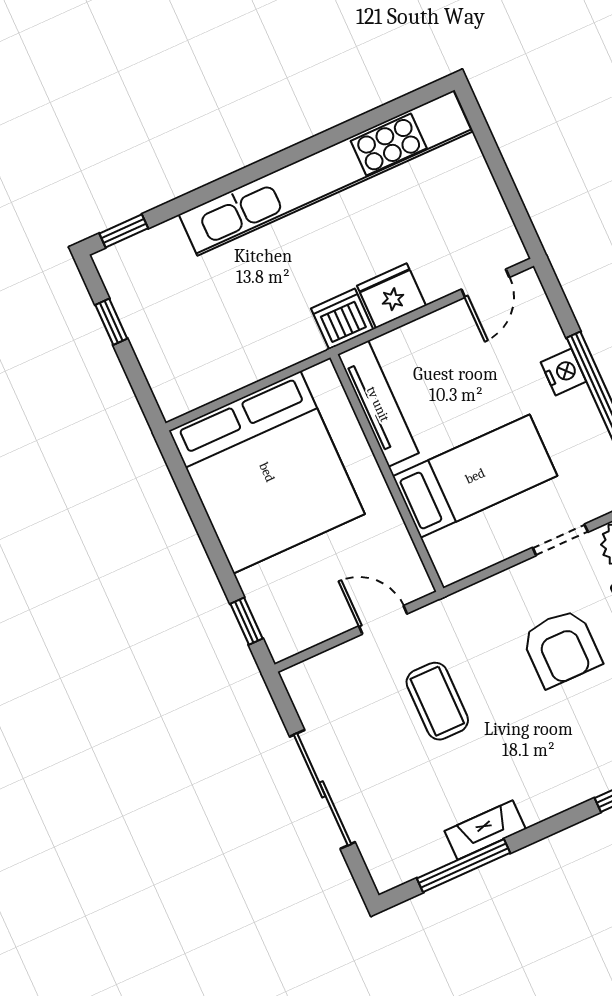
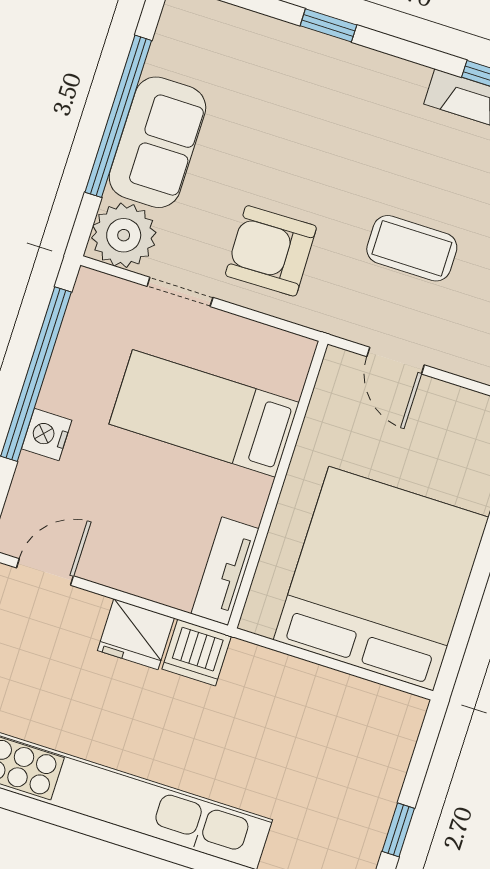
tv unit: (378, 404) -> (225, 571), width x0.71
armchair: (561, 648) -> (271, 251), moved, turned -91
coffee table: (437, 701) -> (412, 248), turned 90

